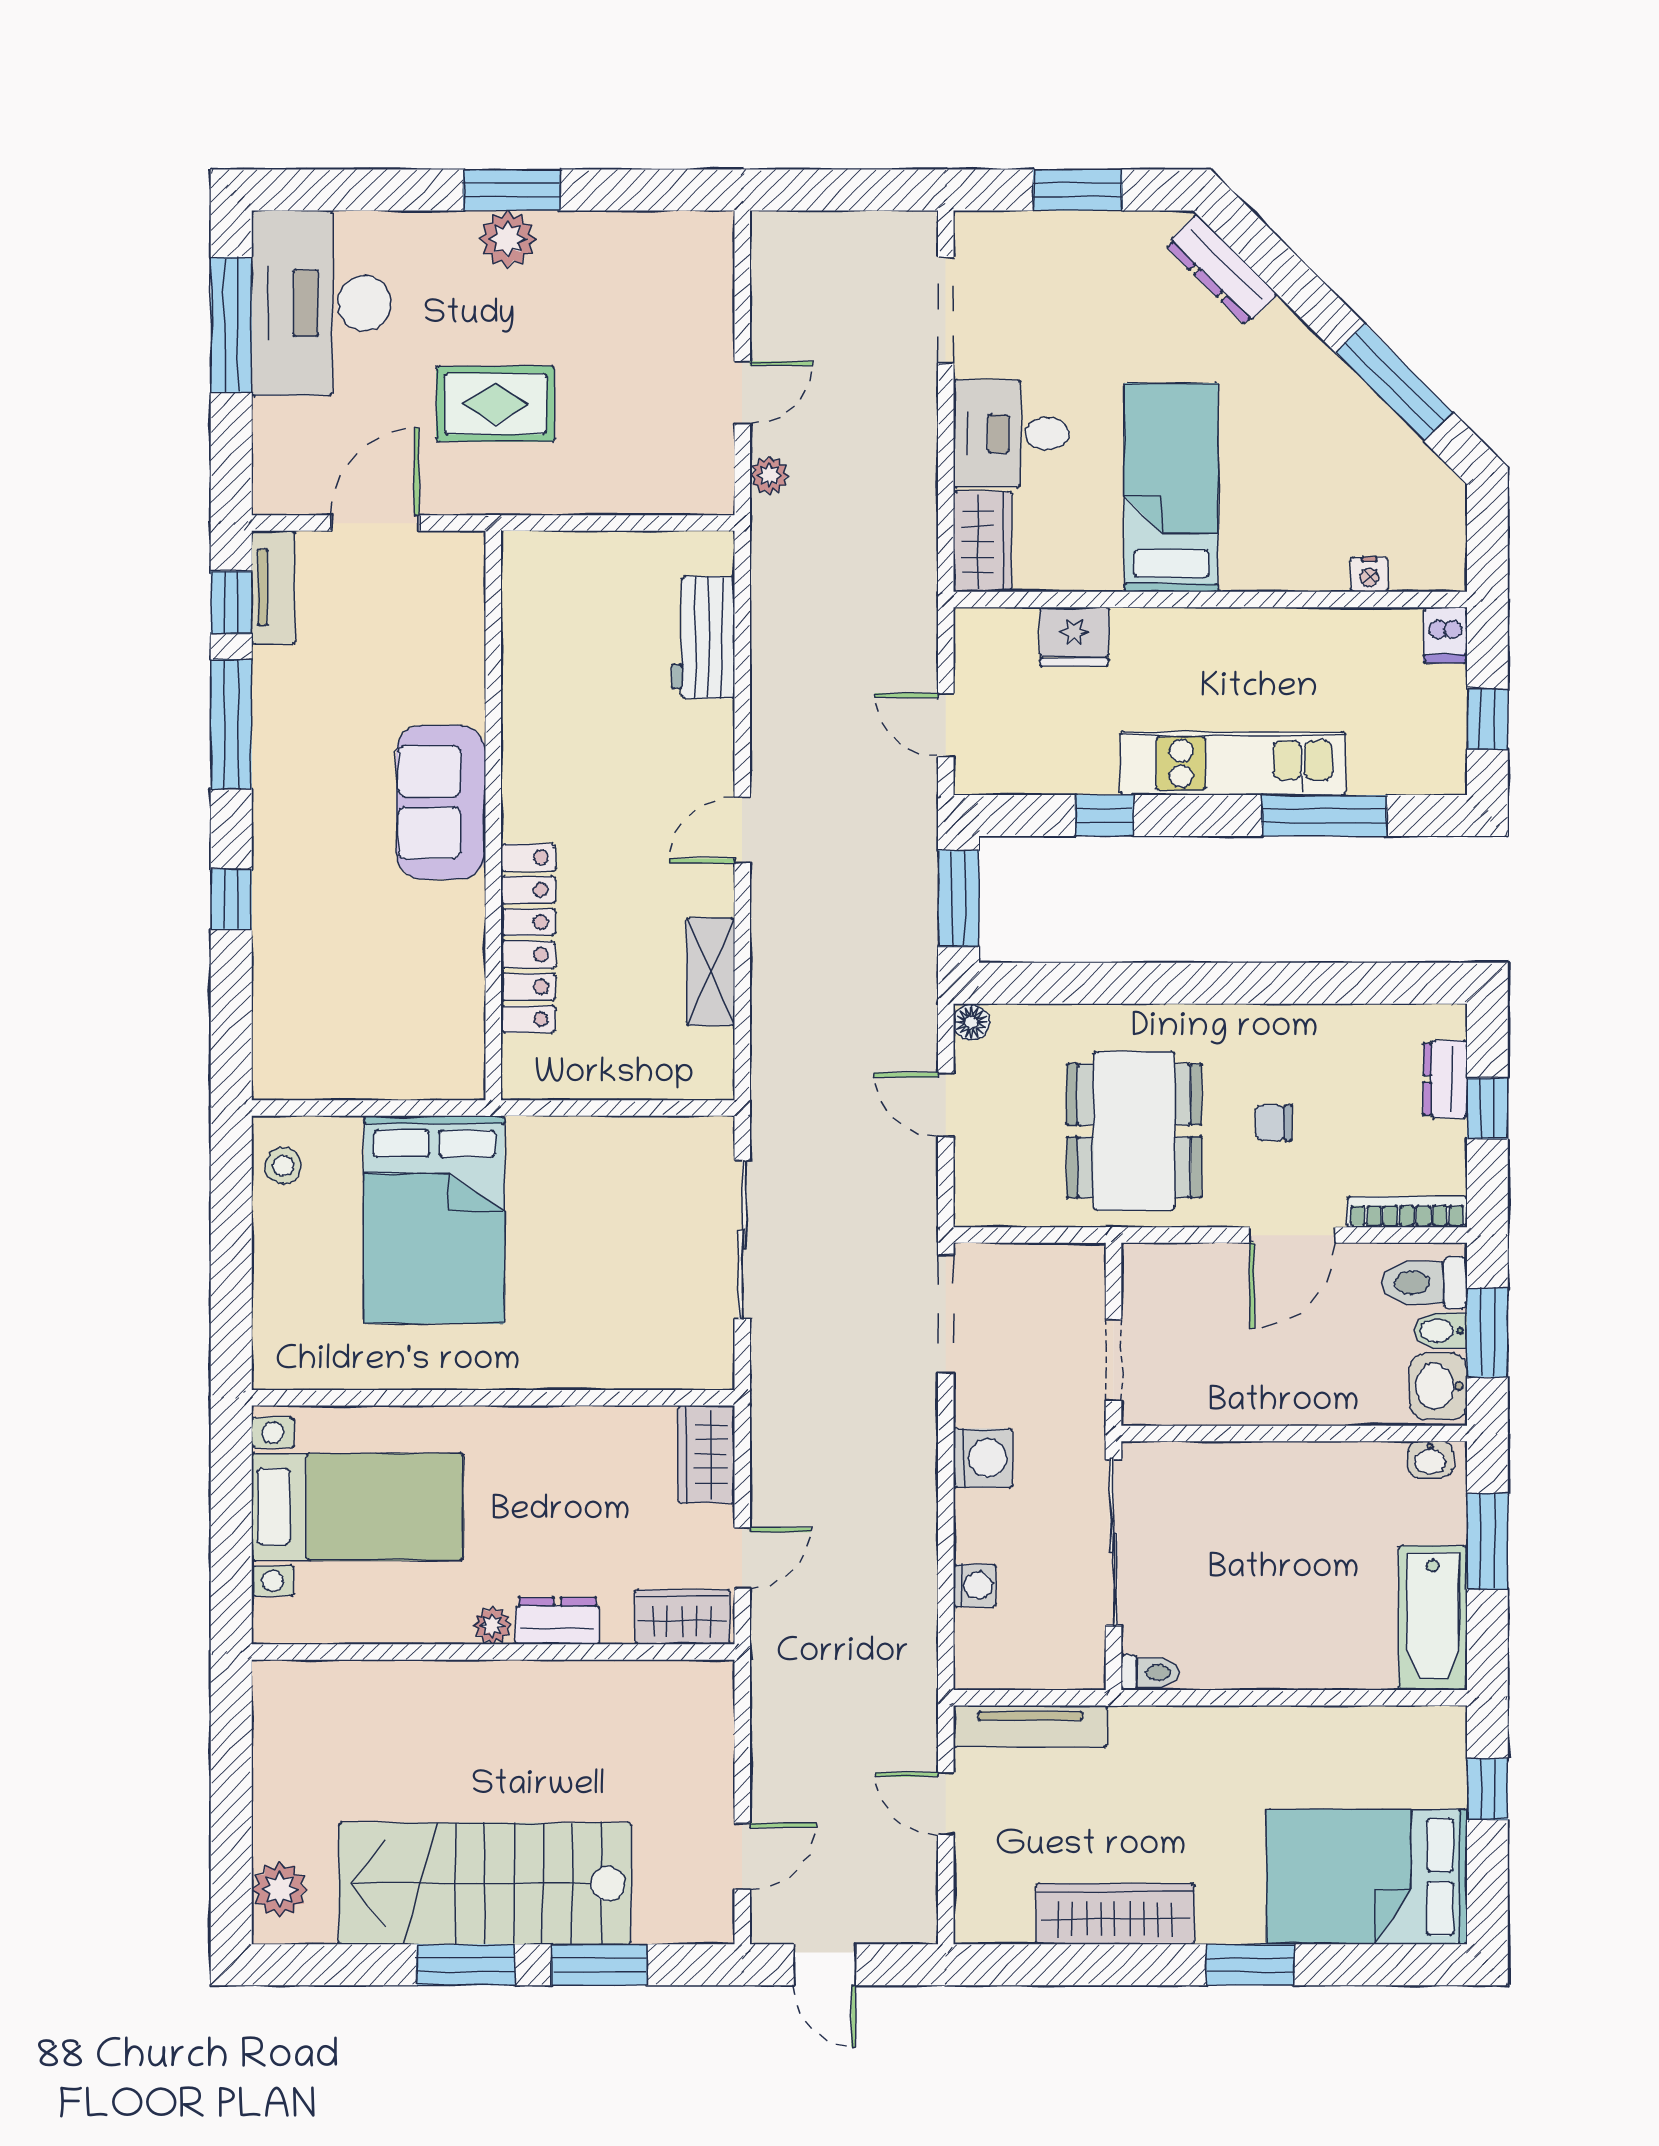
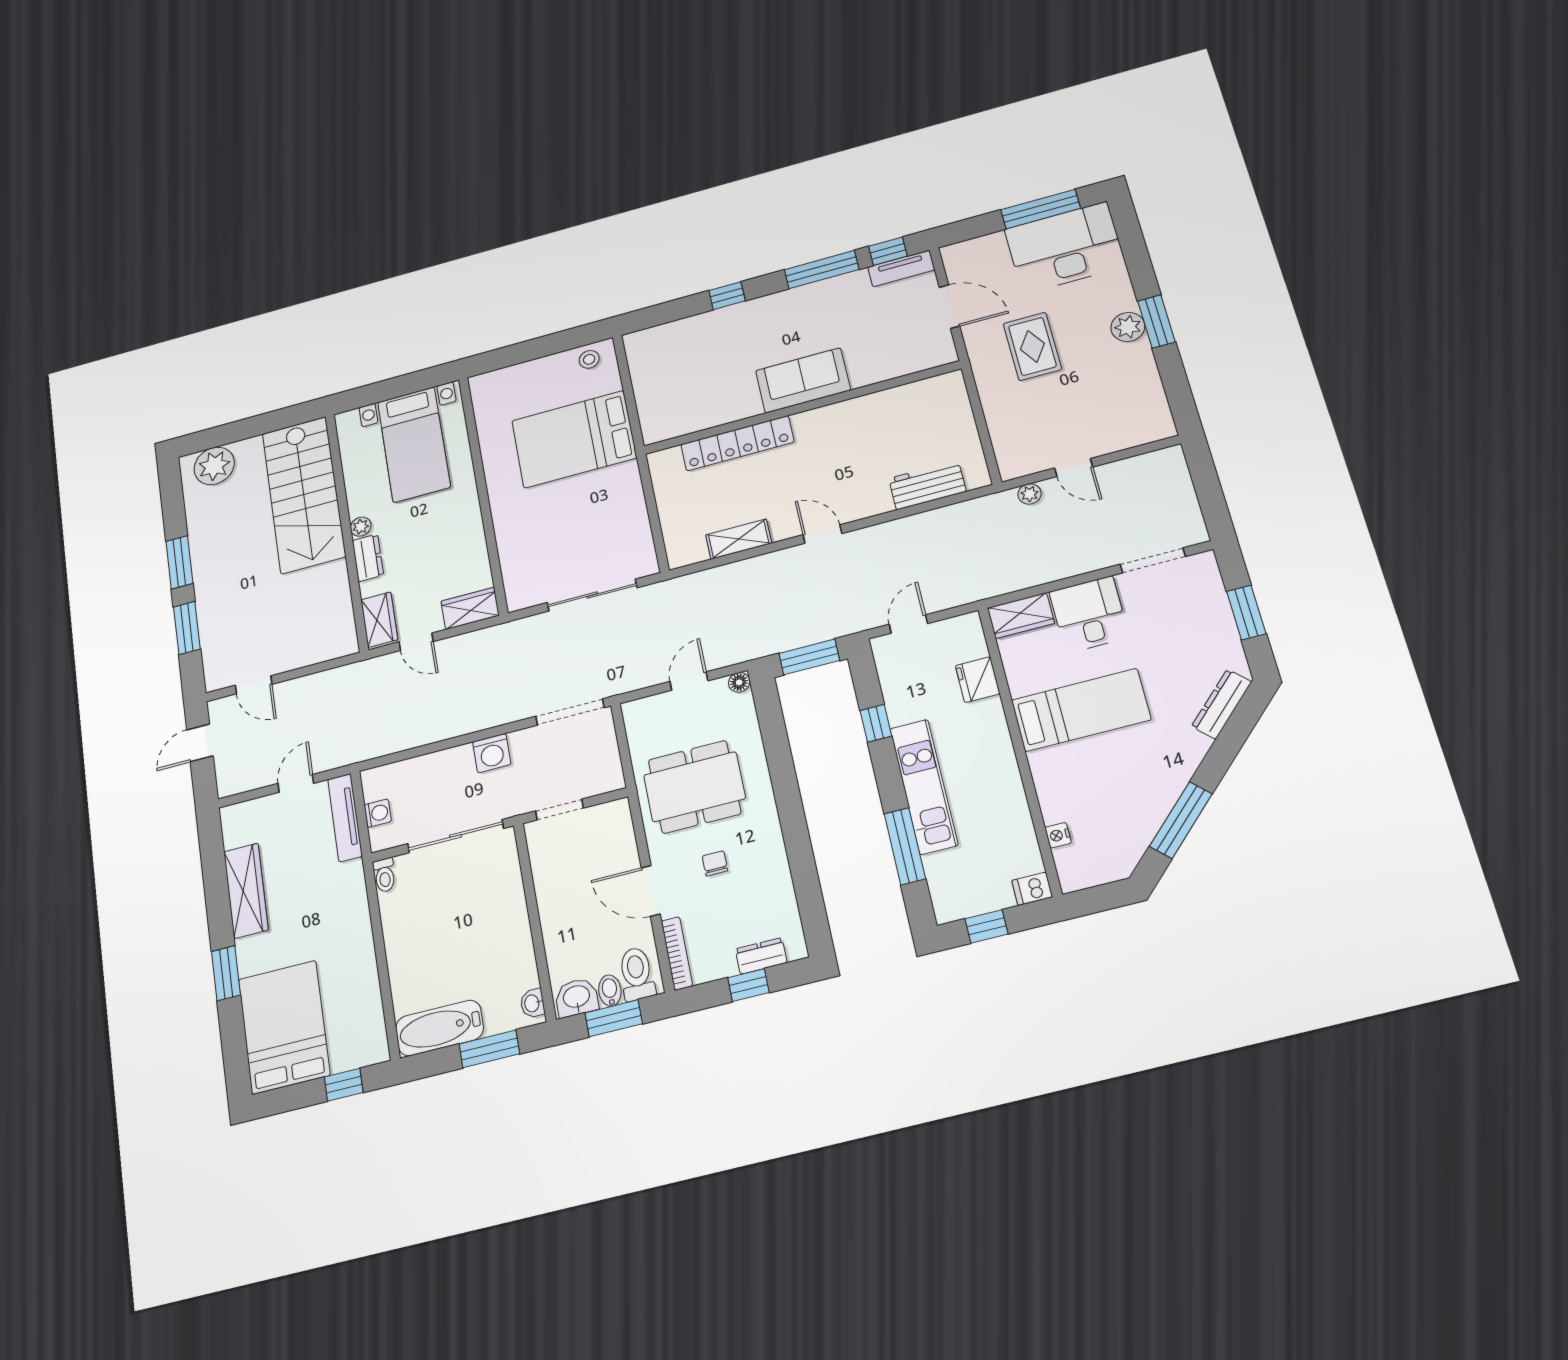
washing machine: (975, 1585) -> (378, 813), moved, turned -90
stairs: (485, 1884) -> (304, 495), moved, turned 180
plant: (280, 1889) -> (214, 466), width x1.36, depth x1.36

